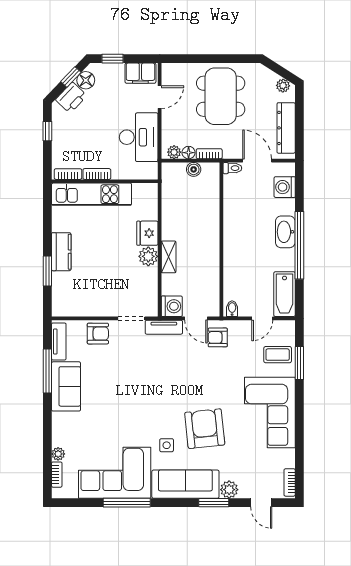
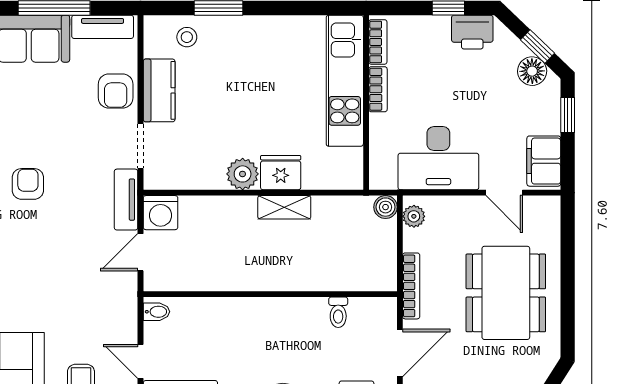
dining table: (221, 96) -> (506, 293), turned 90
printer: (71, 98) -> (472, 32), moved, turned -44
floor lamp: (189, 153) -> (413, 240), removed
bookcase: (209, 154) -> (411, 286), width x1.56
toilet: (232, 168) -> (338, 312), moved
boiler: (194, 169) -> (386, 207), moved
kitchen counter: (61, 252) -> (159, 90), moved, turned -90
shelving: (169, 257) -> (284, 207), moved
stool: (65, 290) -> (187, 37), added
armchair: (218, 337) -> (28, 184), moved

